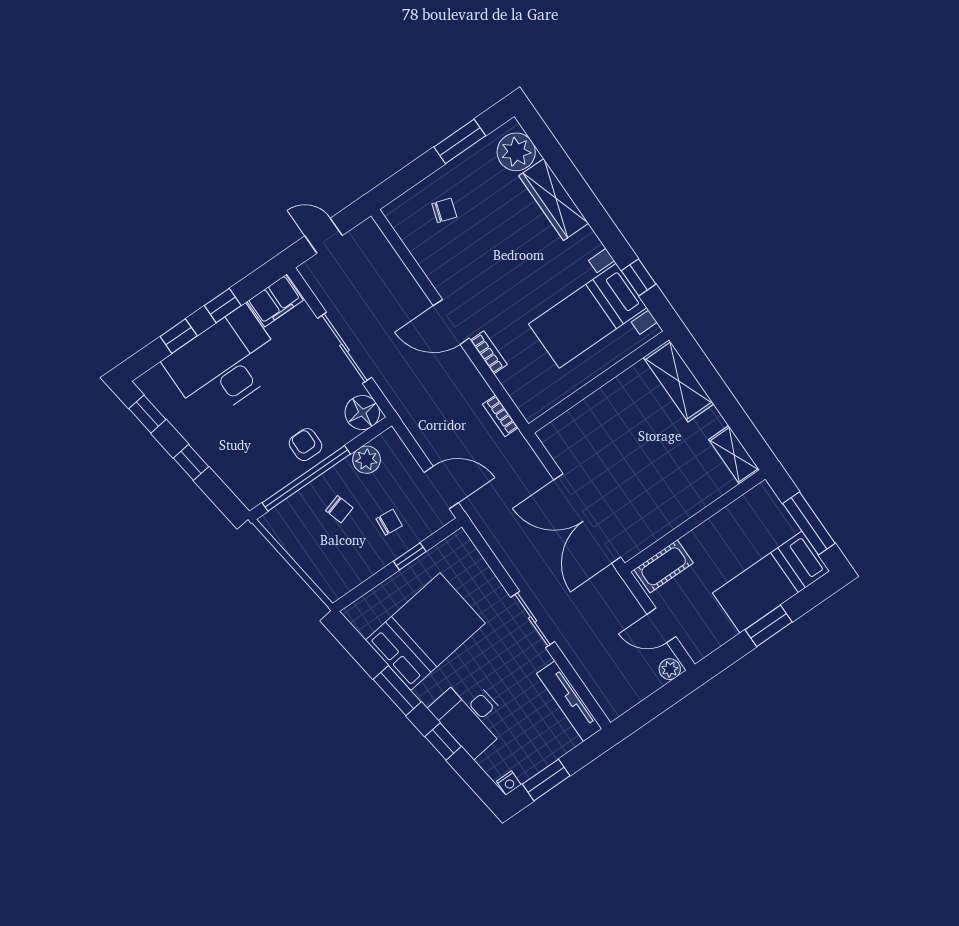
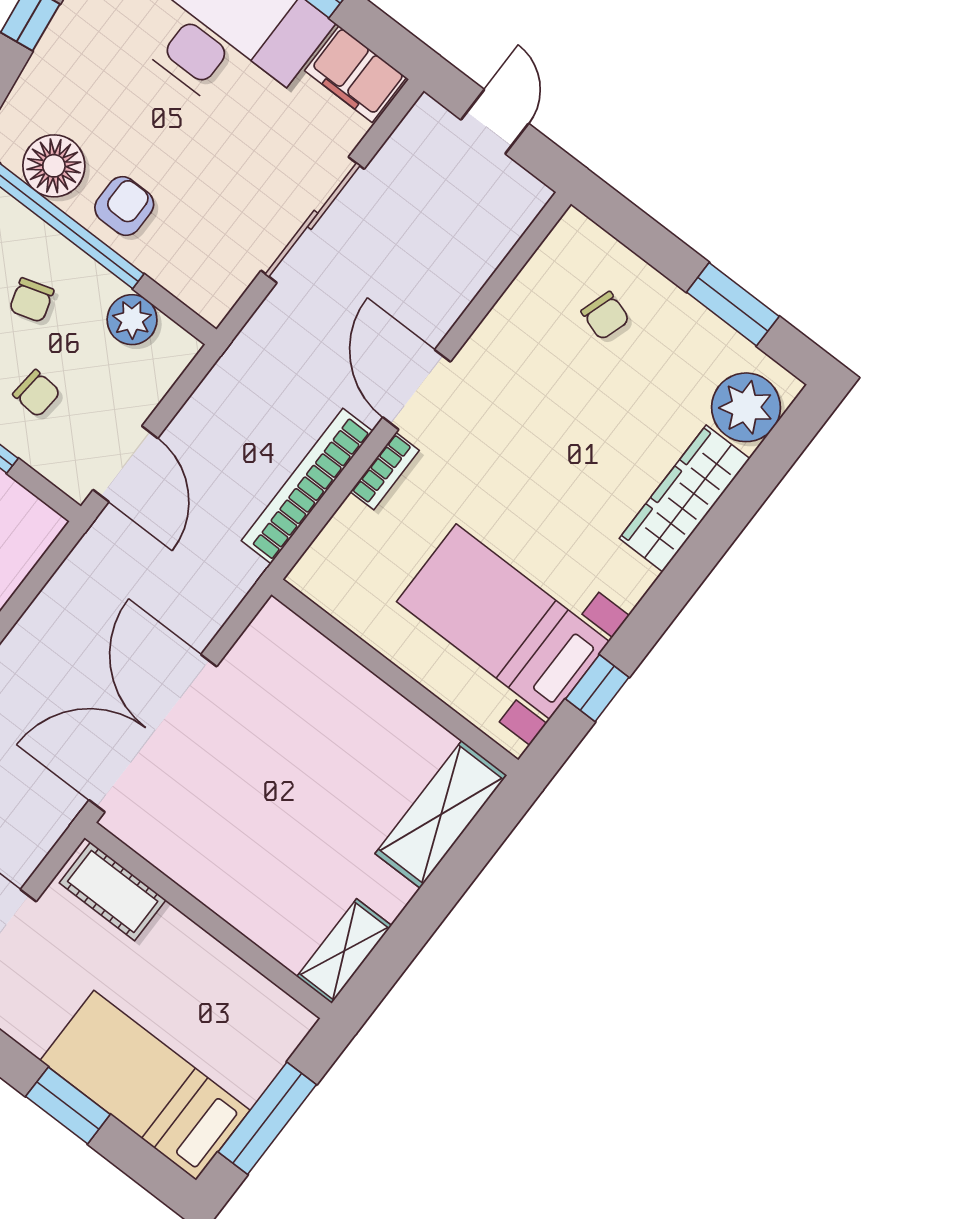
floor lamp: (362, 413) -> (54, 166), moved
bookcase: (500, 416) -> (307, 486), width x2.31, depth x1.31

